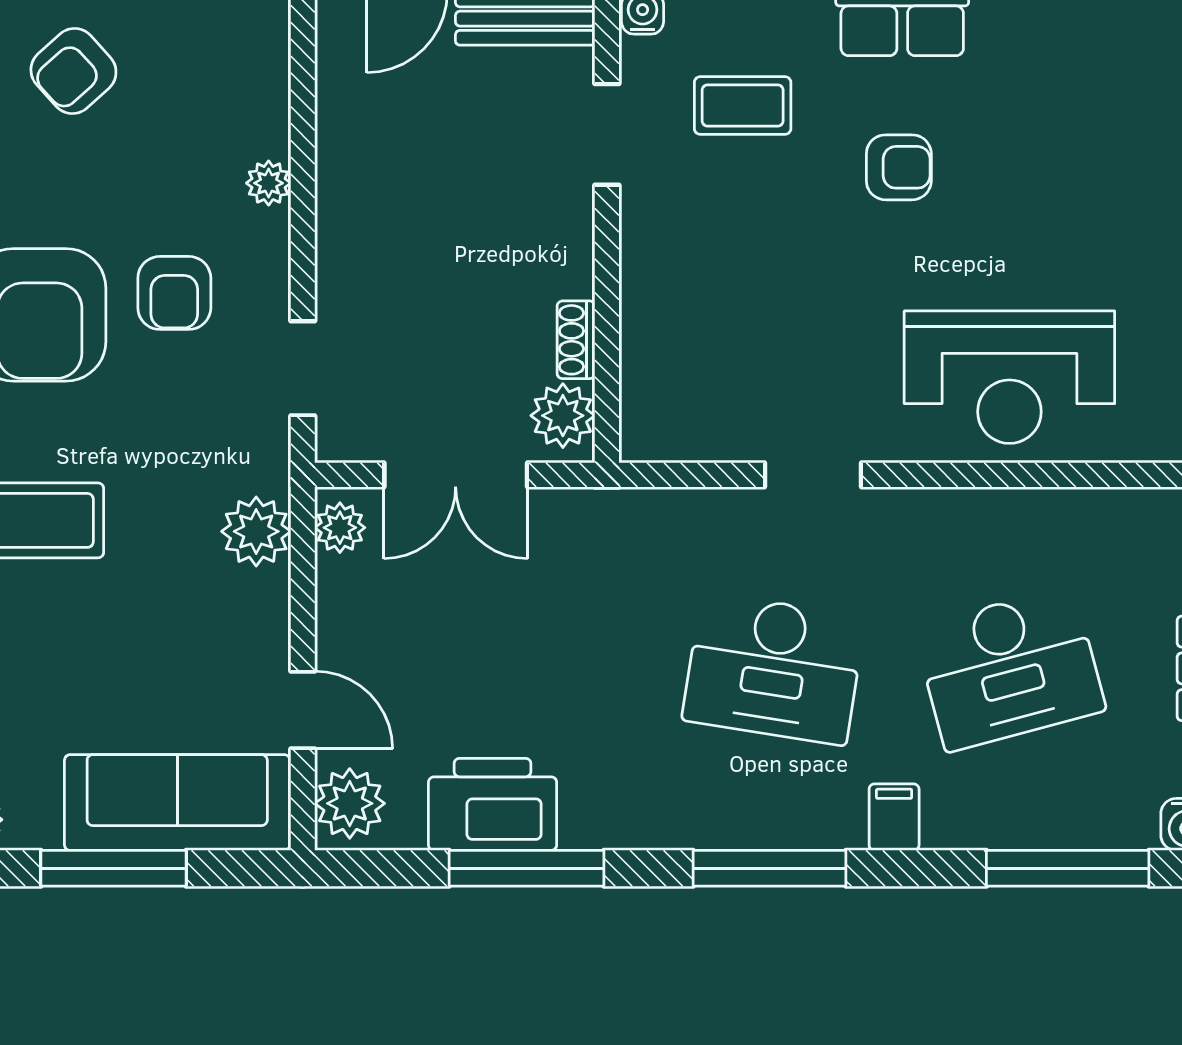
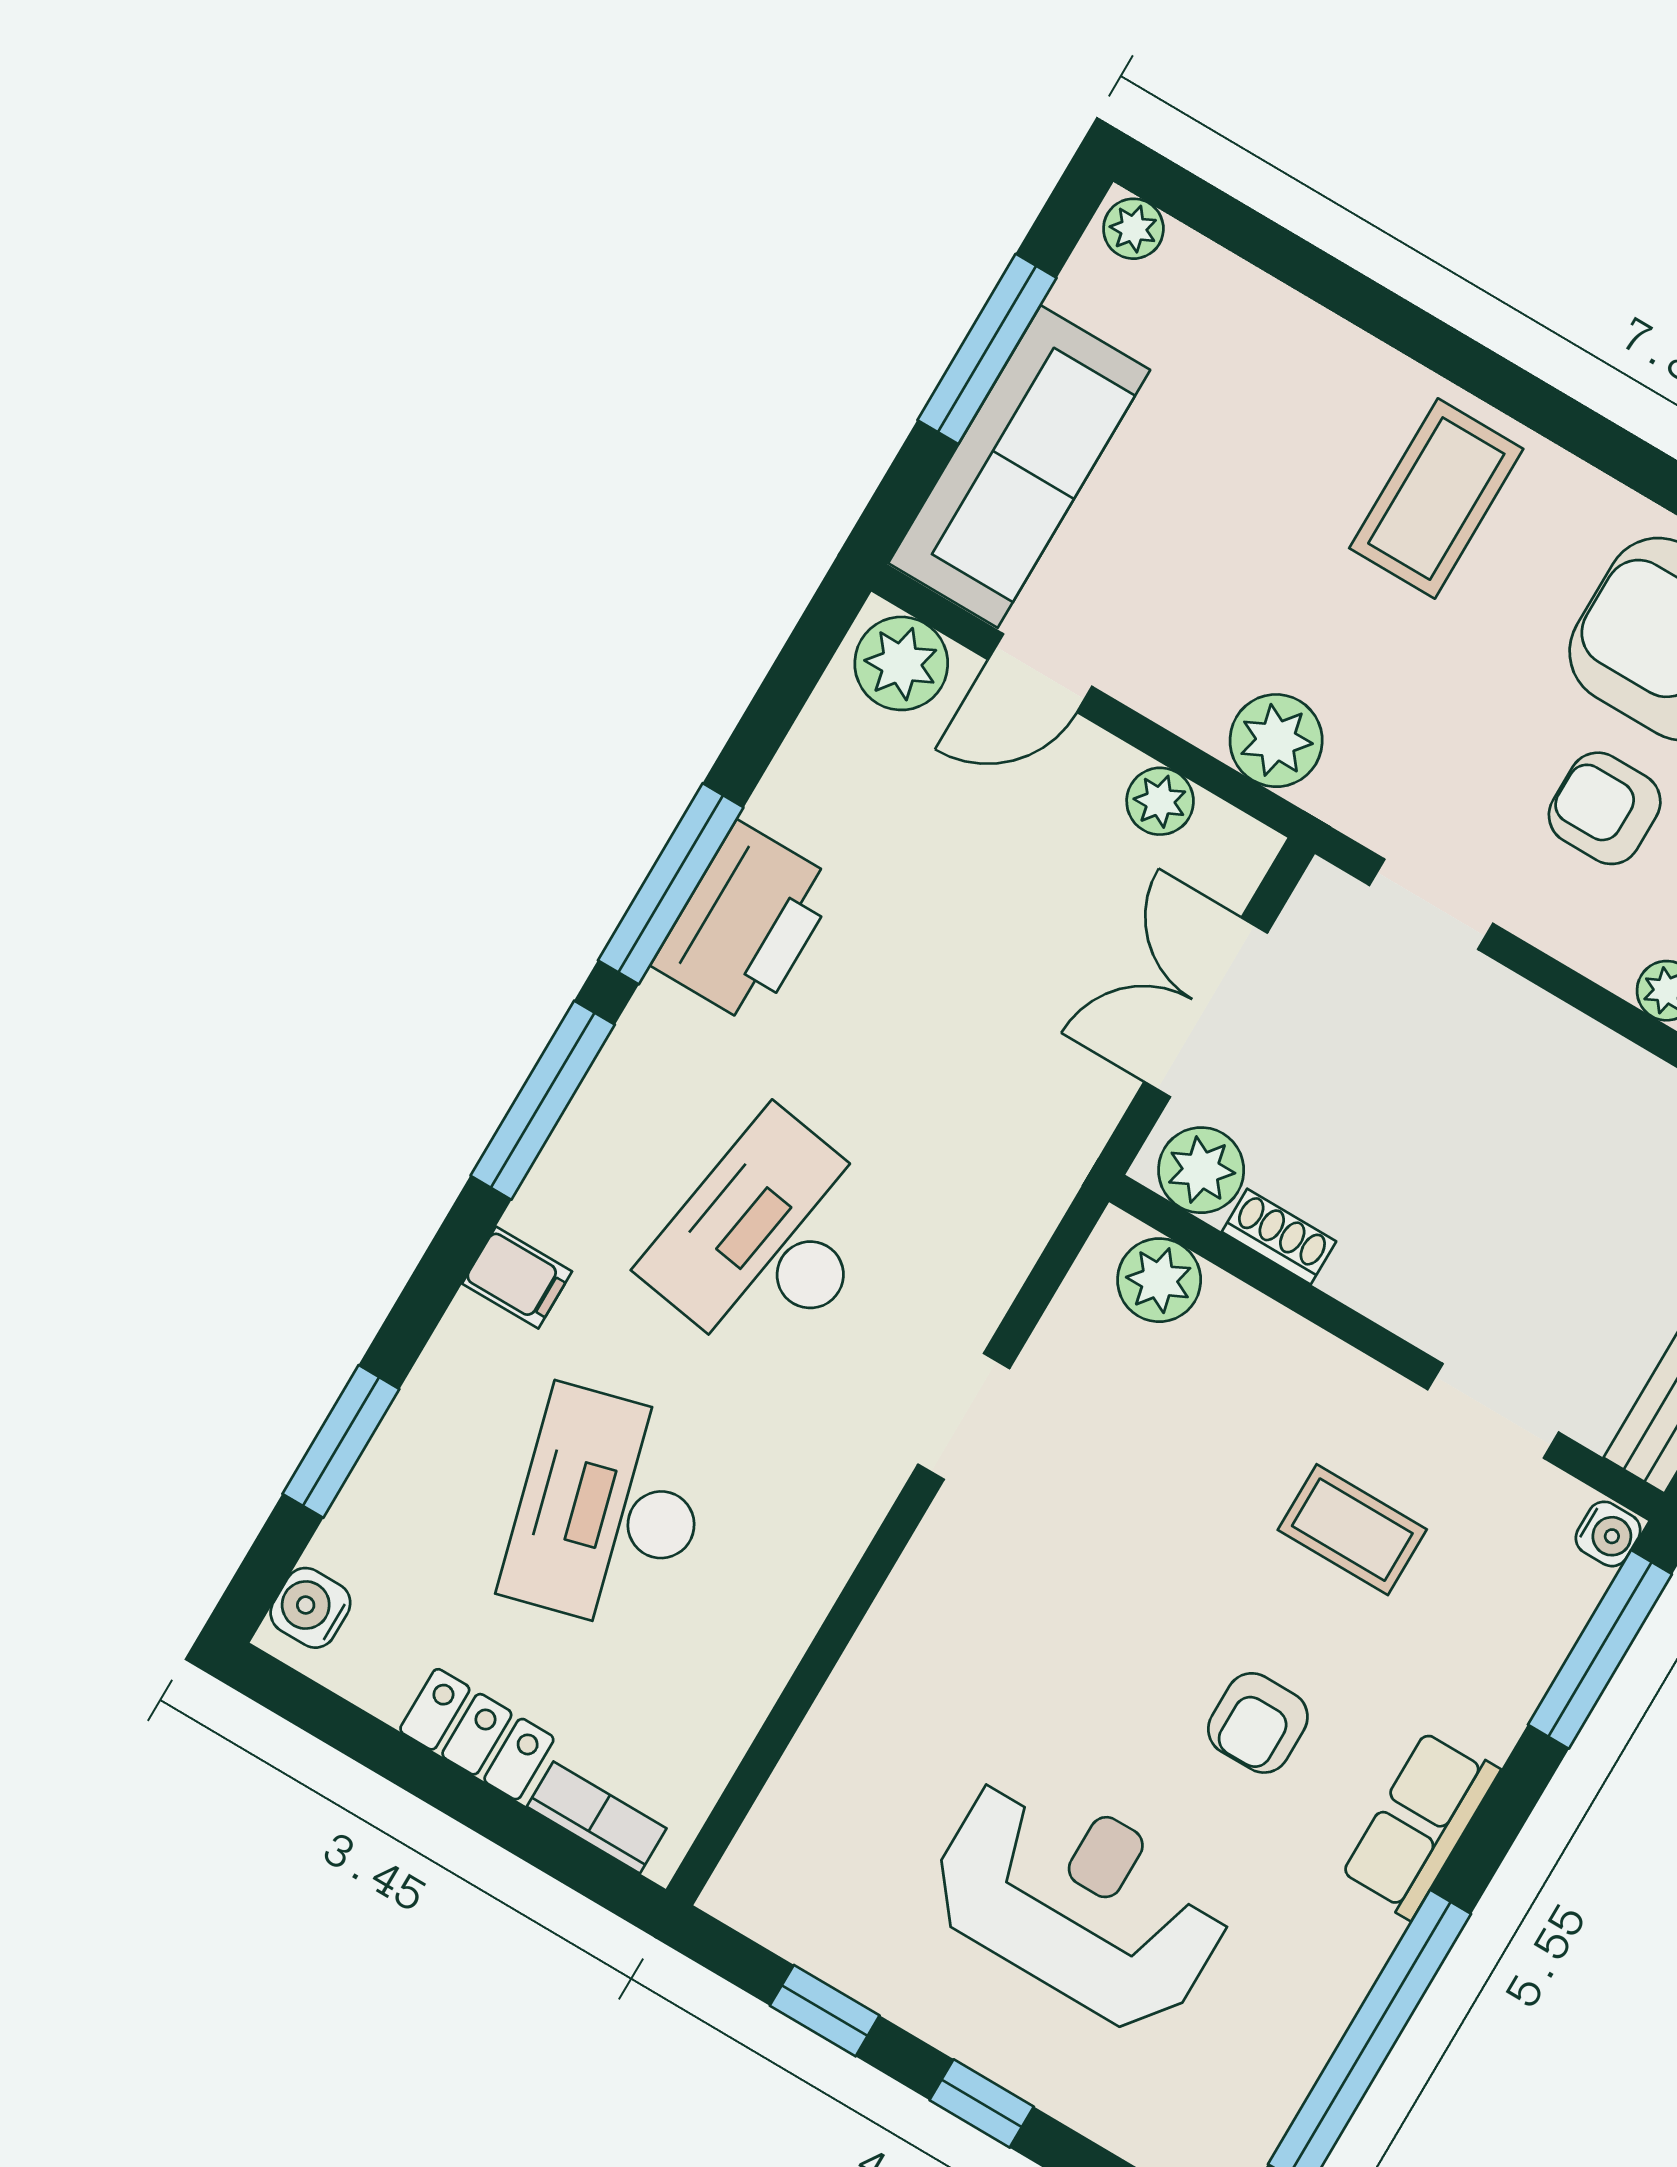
coffee table: (743, 105) -> (1352, 1530), moved, turned 90
reception desk: (1009, 377) -> (1080, 1901), moved, turned 90
plant: (650, 401) -> (1159, 1280), added
plant: (340, 528) -> (1160, 801), moved
printer: (493, 804) -> (746, 924), moved
window: (527, 868) -> (671, 884), moved
window: (1068, 868) -> (341, 1441), width x0.69

